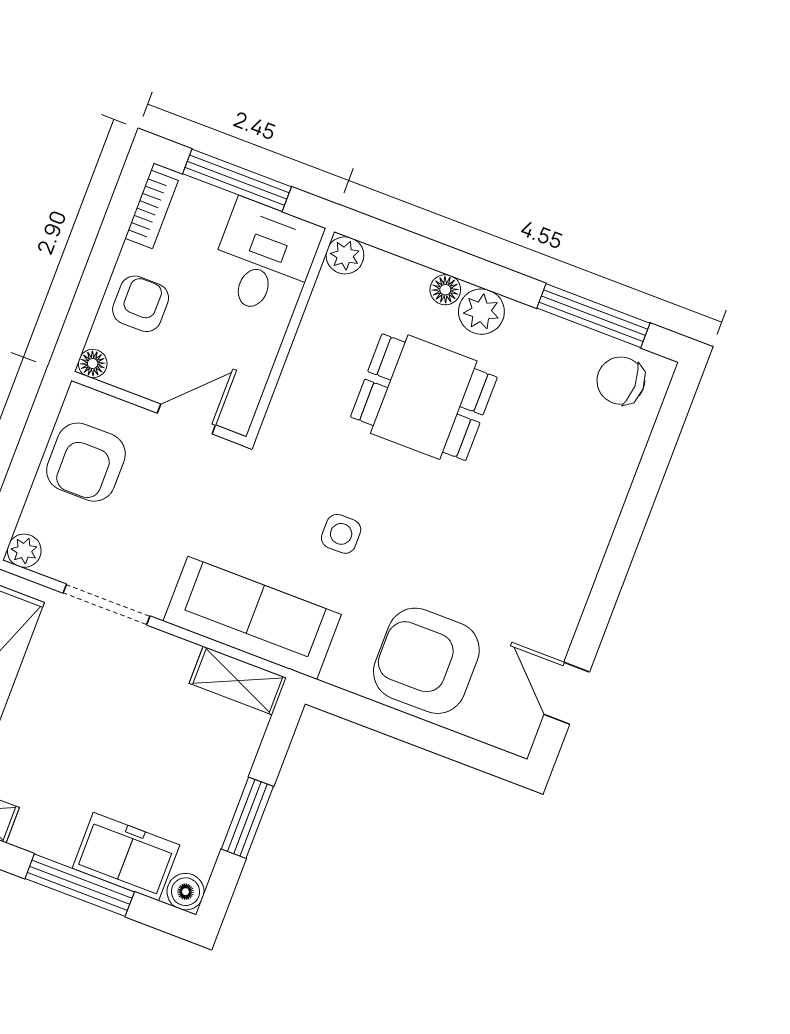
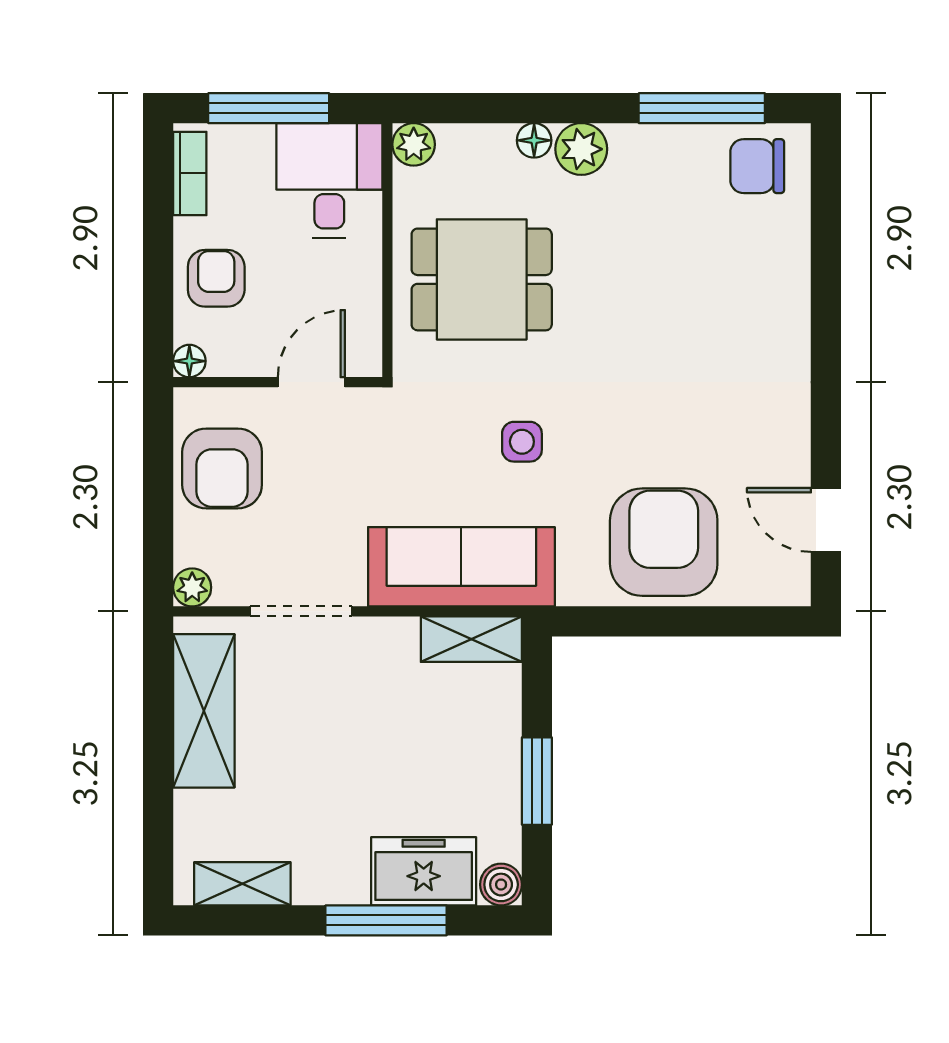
dining table: (424, 397) -> (482, 279), moved
armchair: (426, 661) -> (664, 542), turned 90

